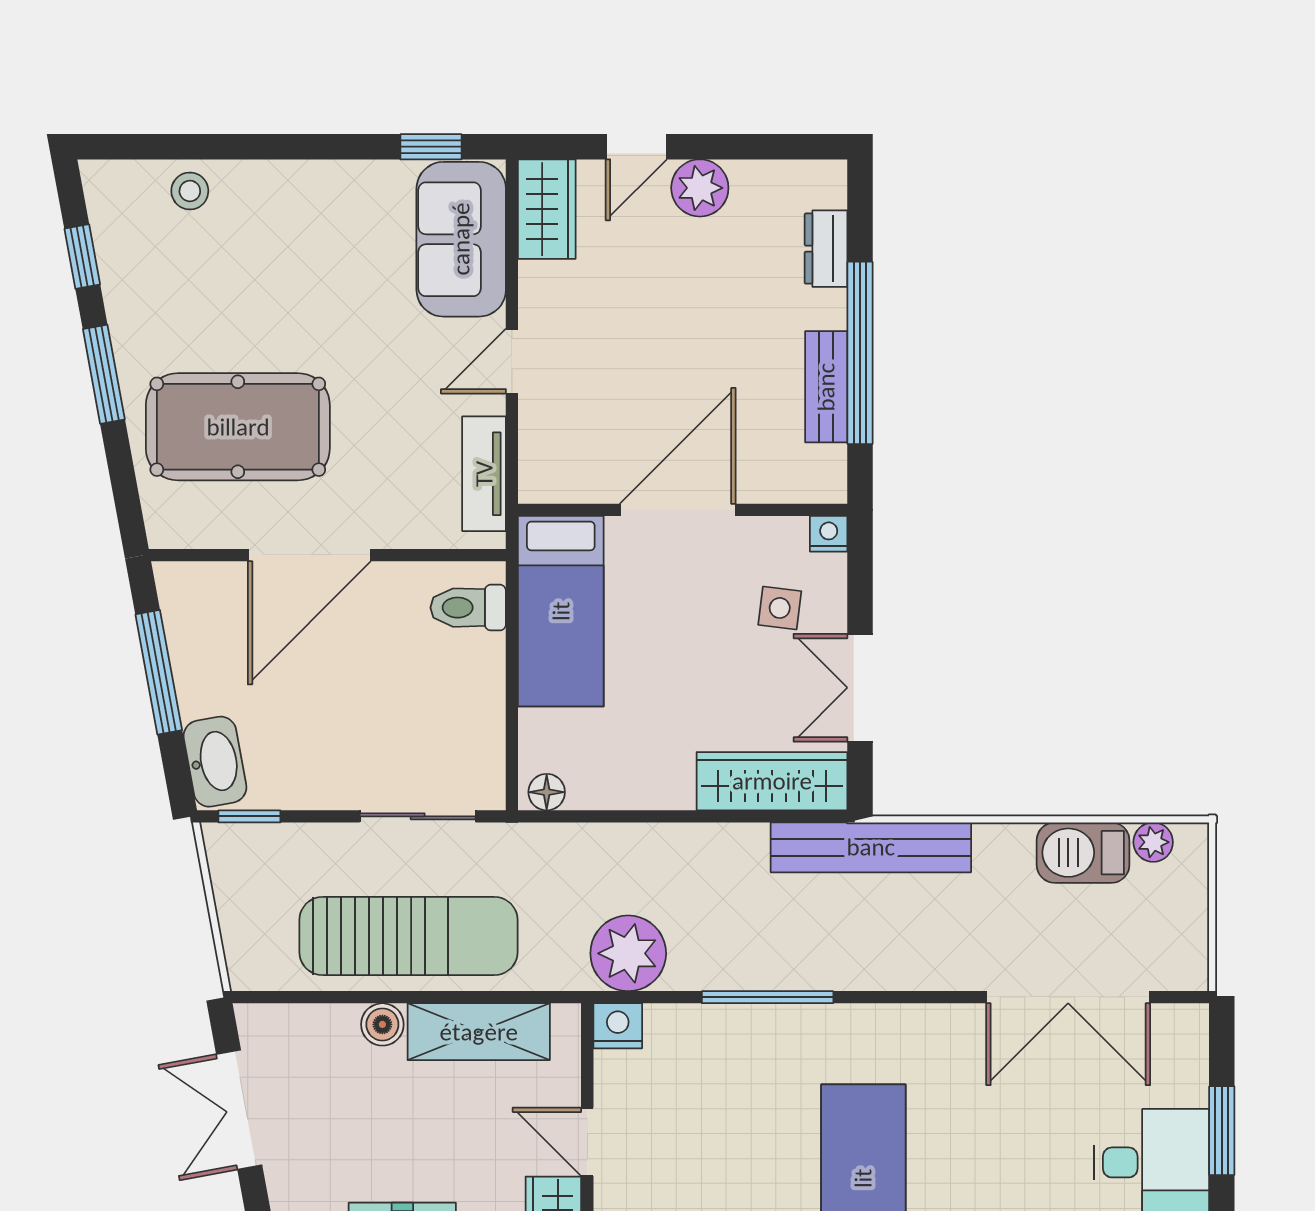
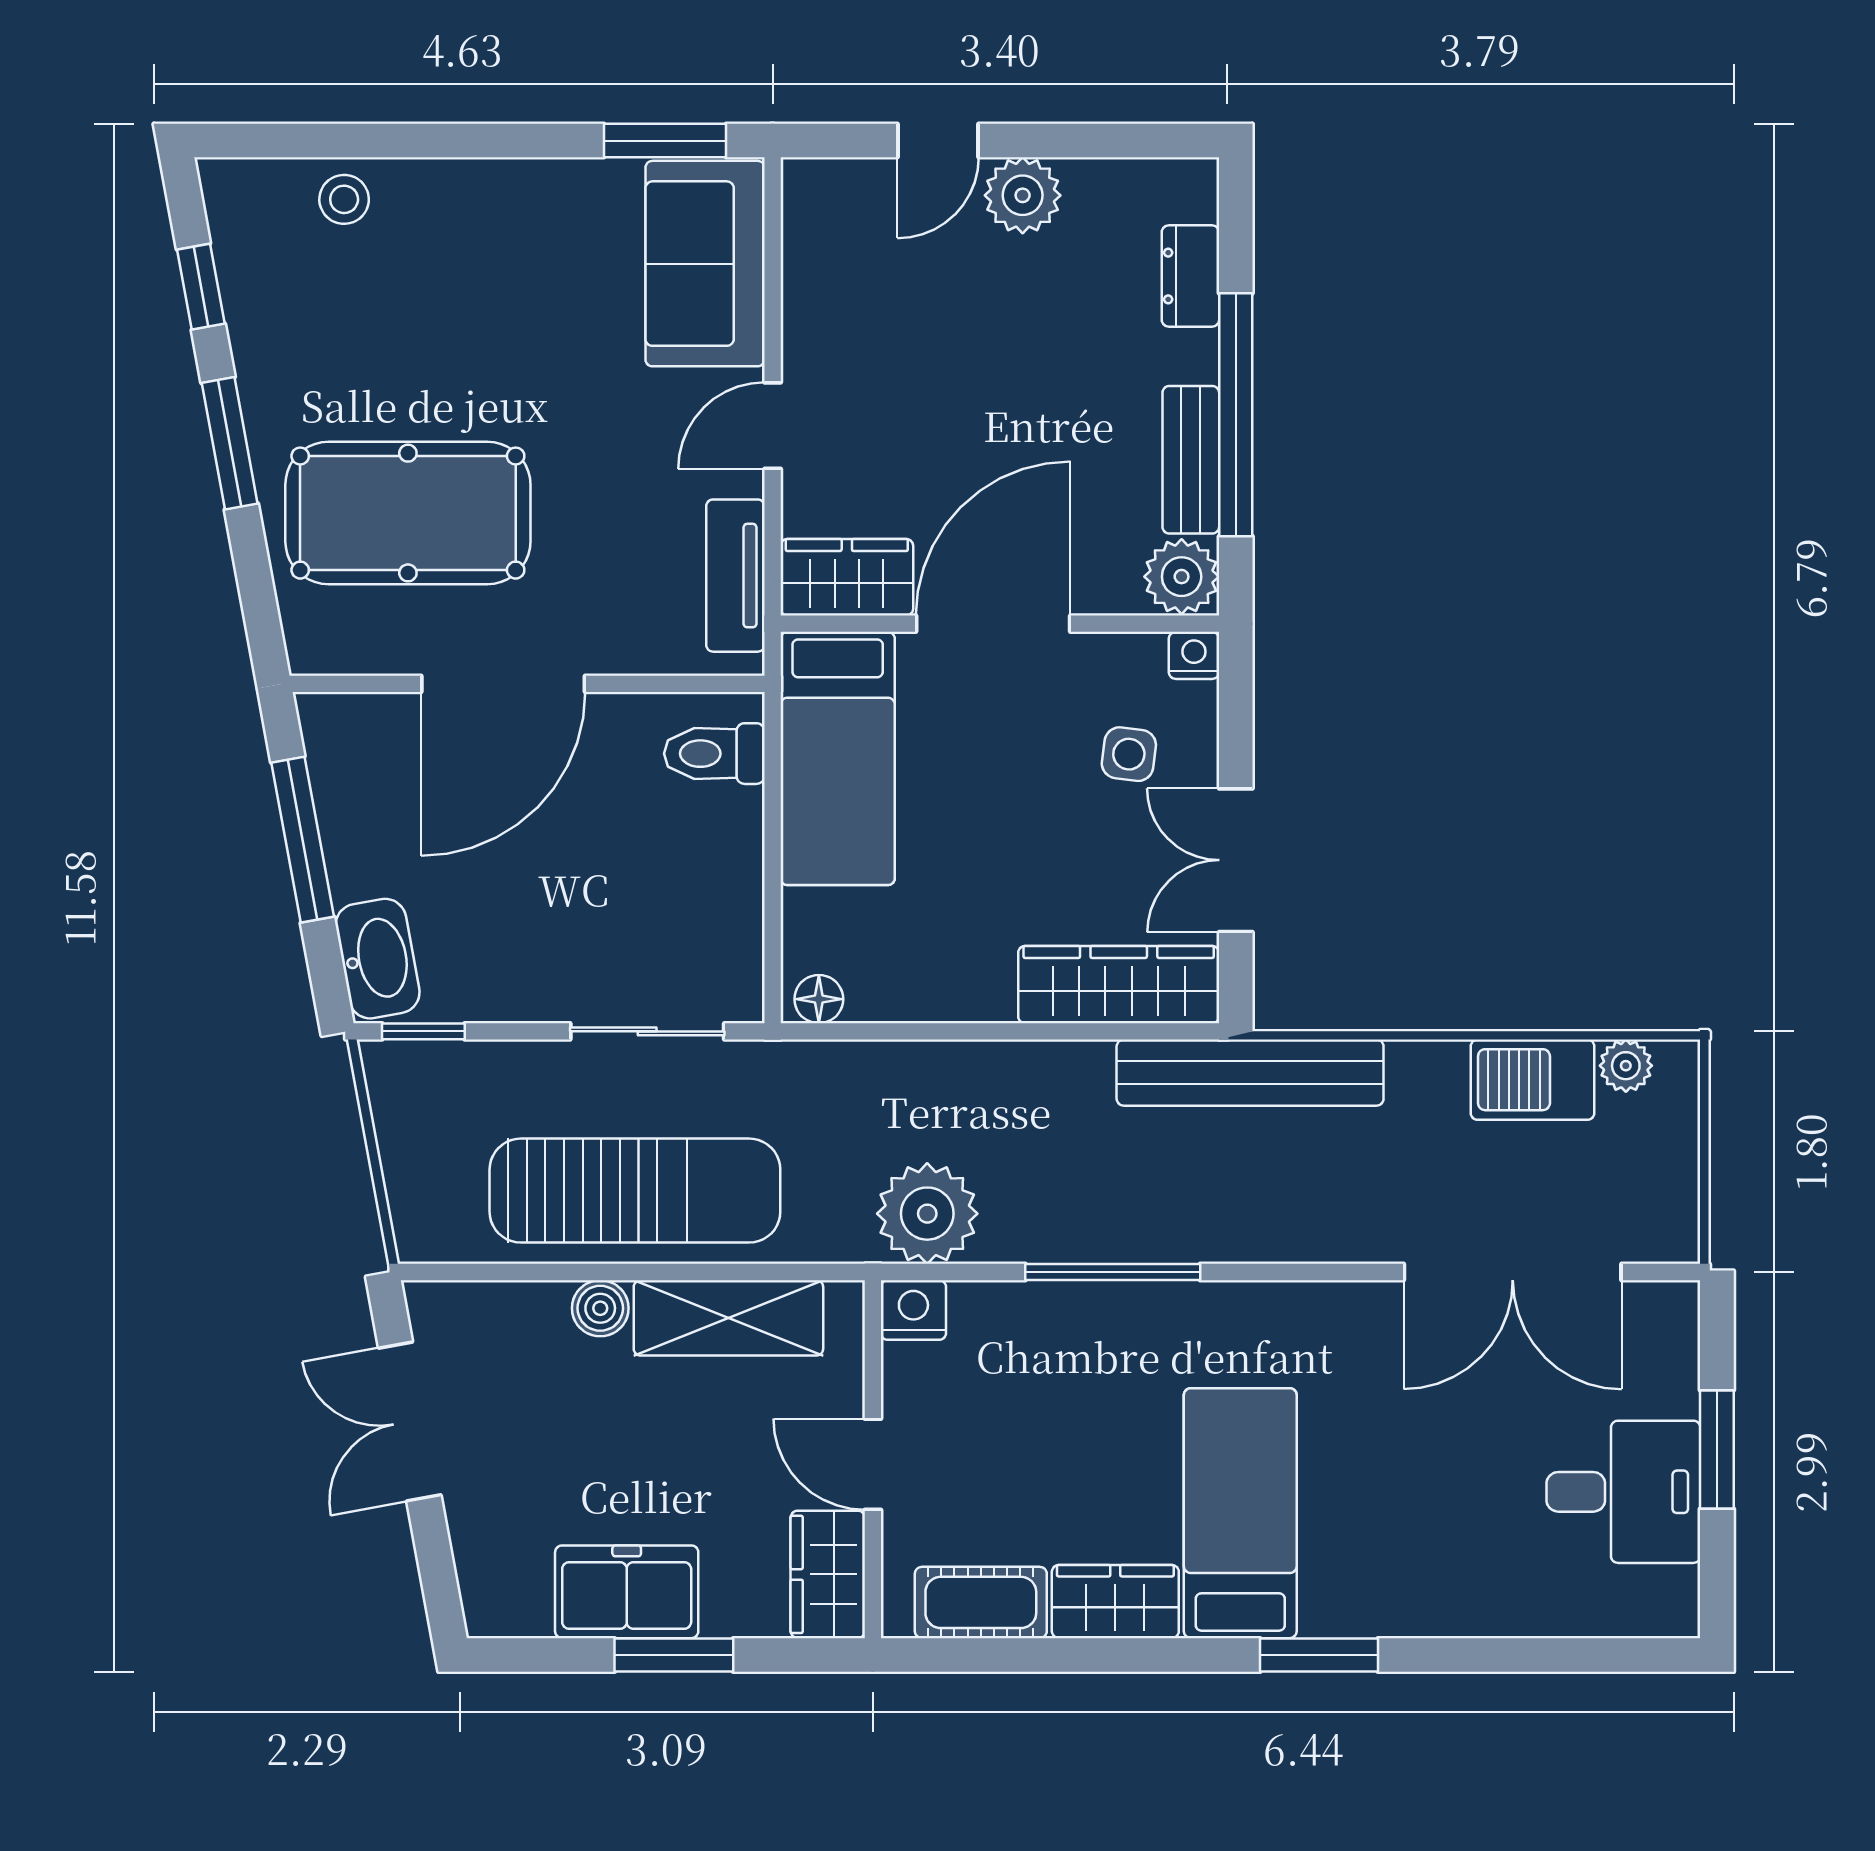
window: (431, 147) -> (665, 141), width x1.50
wardrobe: (547, 209) -> (847, 577), moved, turned -90
plant: (819, 475) -> (1182, 577), added

